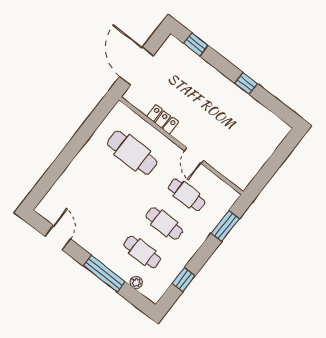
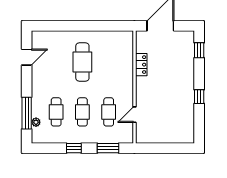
cafe table: (132, 153) -> (82, 62), moved
door: (194, 156) -> (134, 115), moved
window: (104, 274) -> (27, 113), moved
window: (184, 280) -> (74, 148), moved

